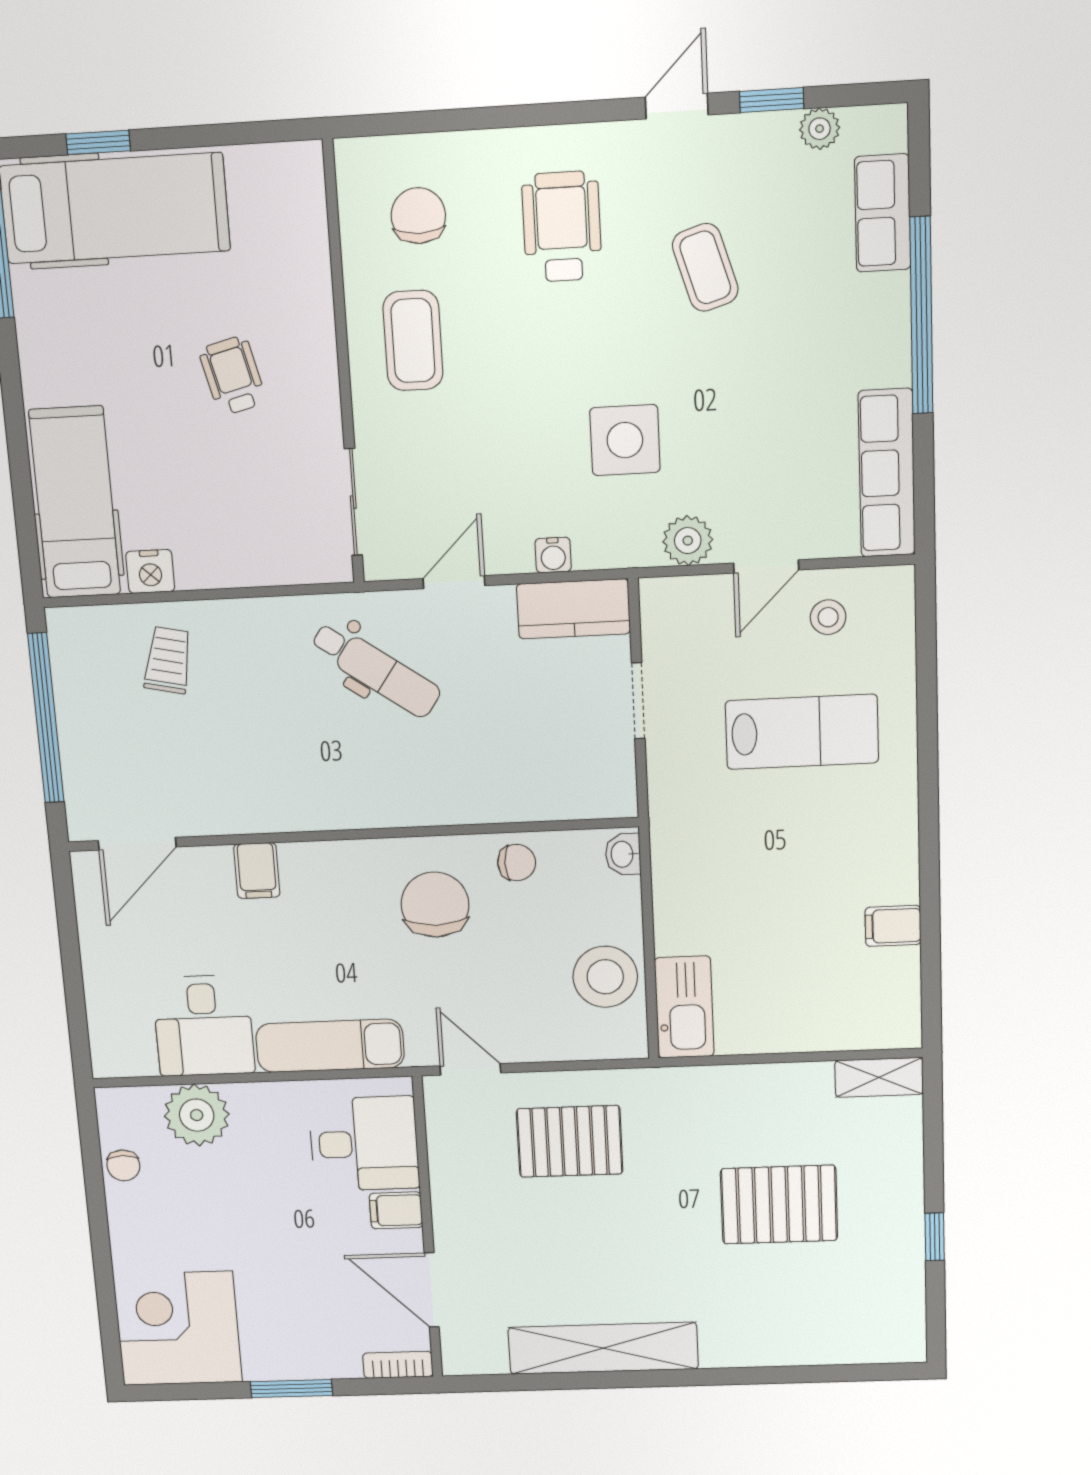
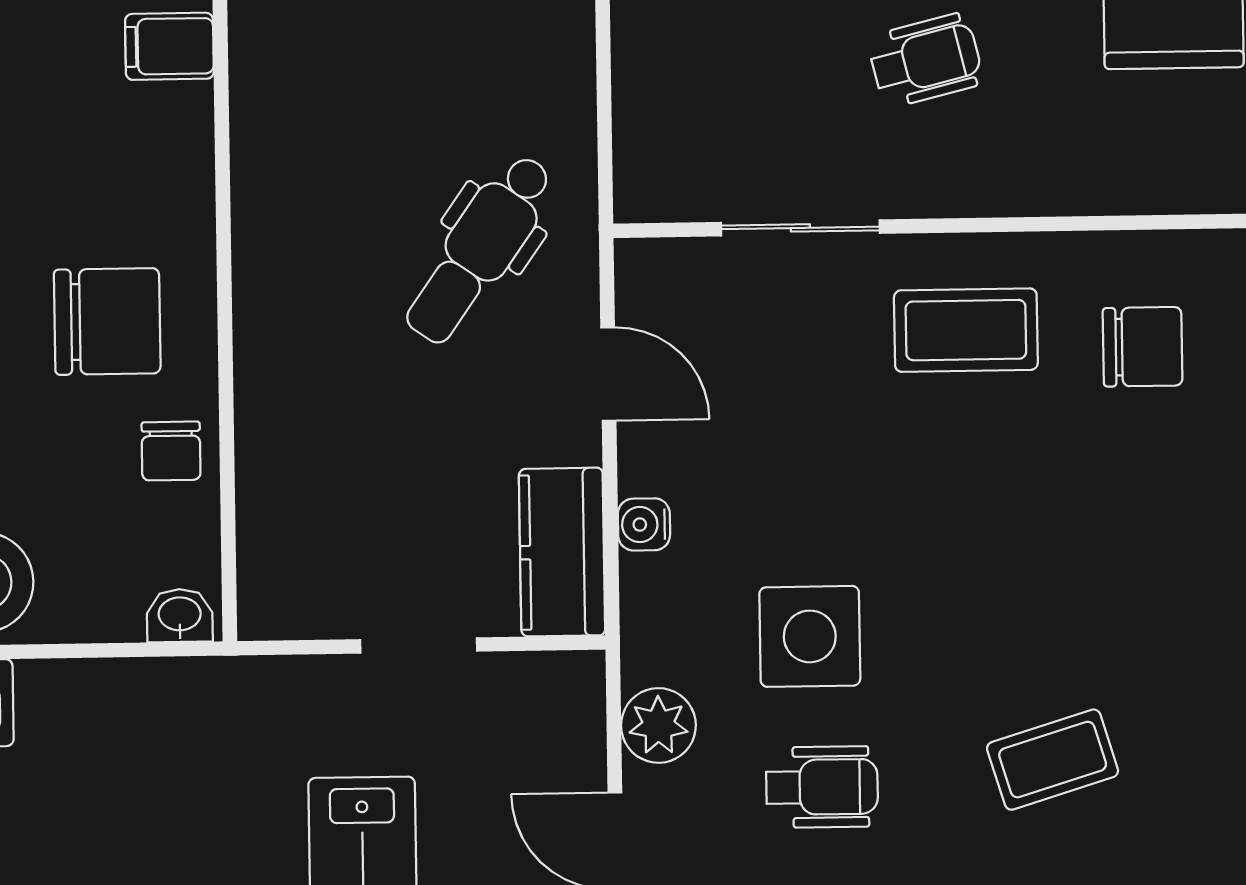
wheelchair: (562, 227) -> (822, 787), moved, width x0.73, depth x0.73
sliding door: (353, 502) -> (800, 228), moved

